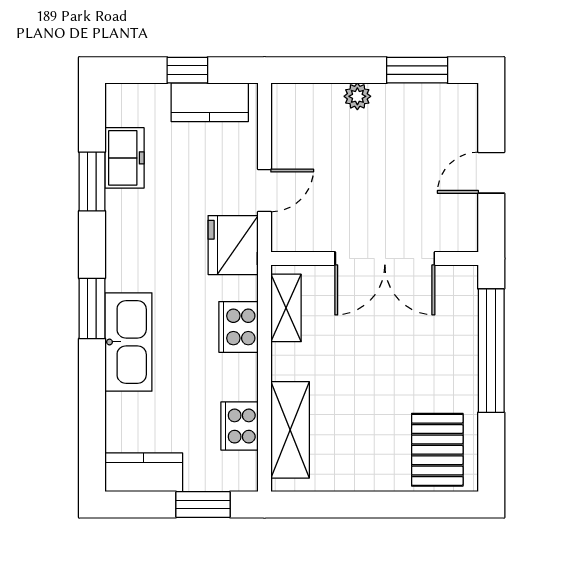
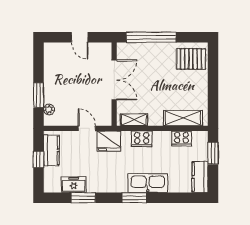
window: (417, 70) -> (38, 95), moved
plant: (357, 96) -> (49, 110), moved

